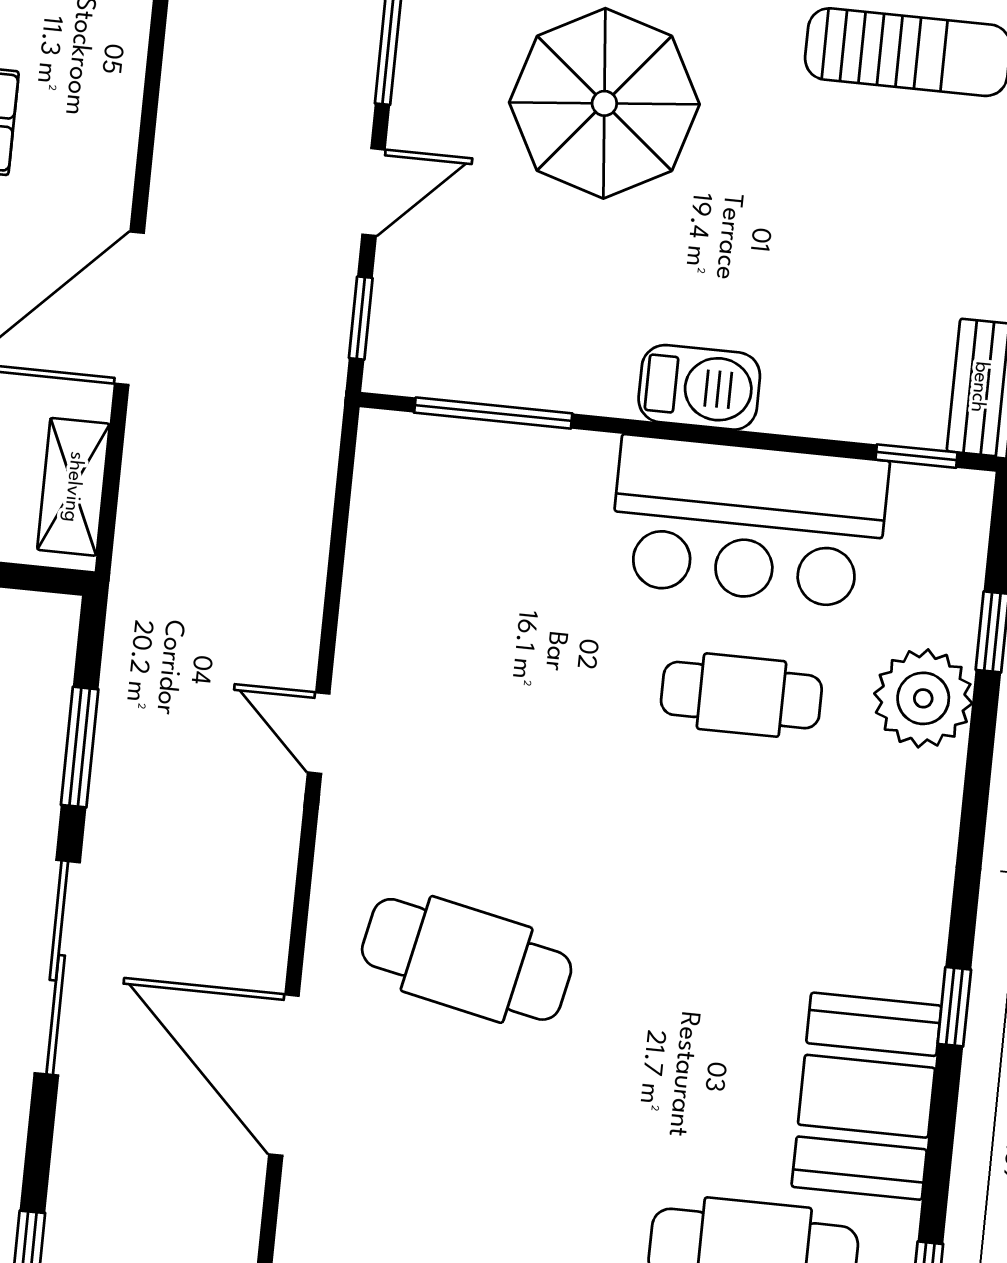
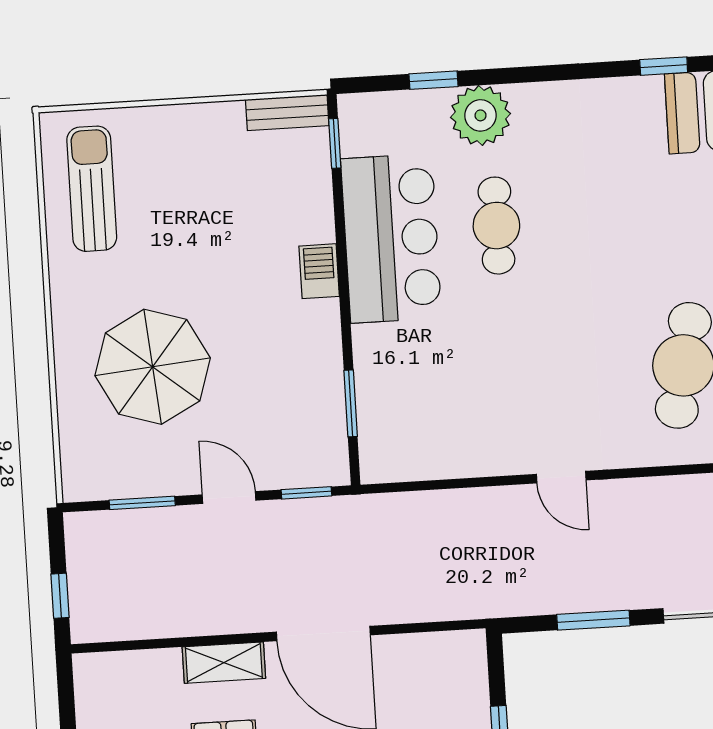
barbecue: (699, 387) -> (319, 271), width x0.73, depth x0.79
window: (493, 413) -> (351, 403), width x0.69
shelving: (73, 487) -> (224, 663), moved
door: (319, 733) -> (561, 477), hinge flipped

